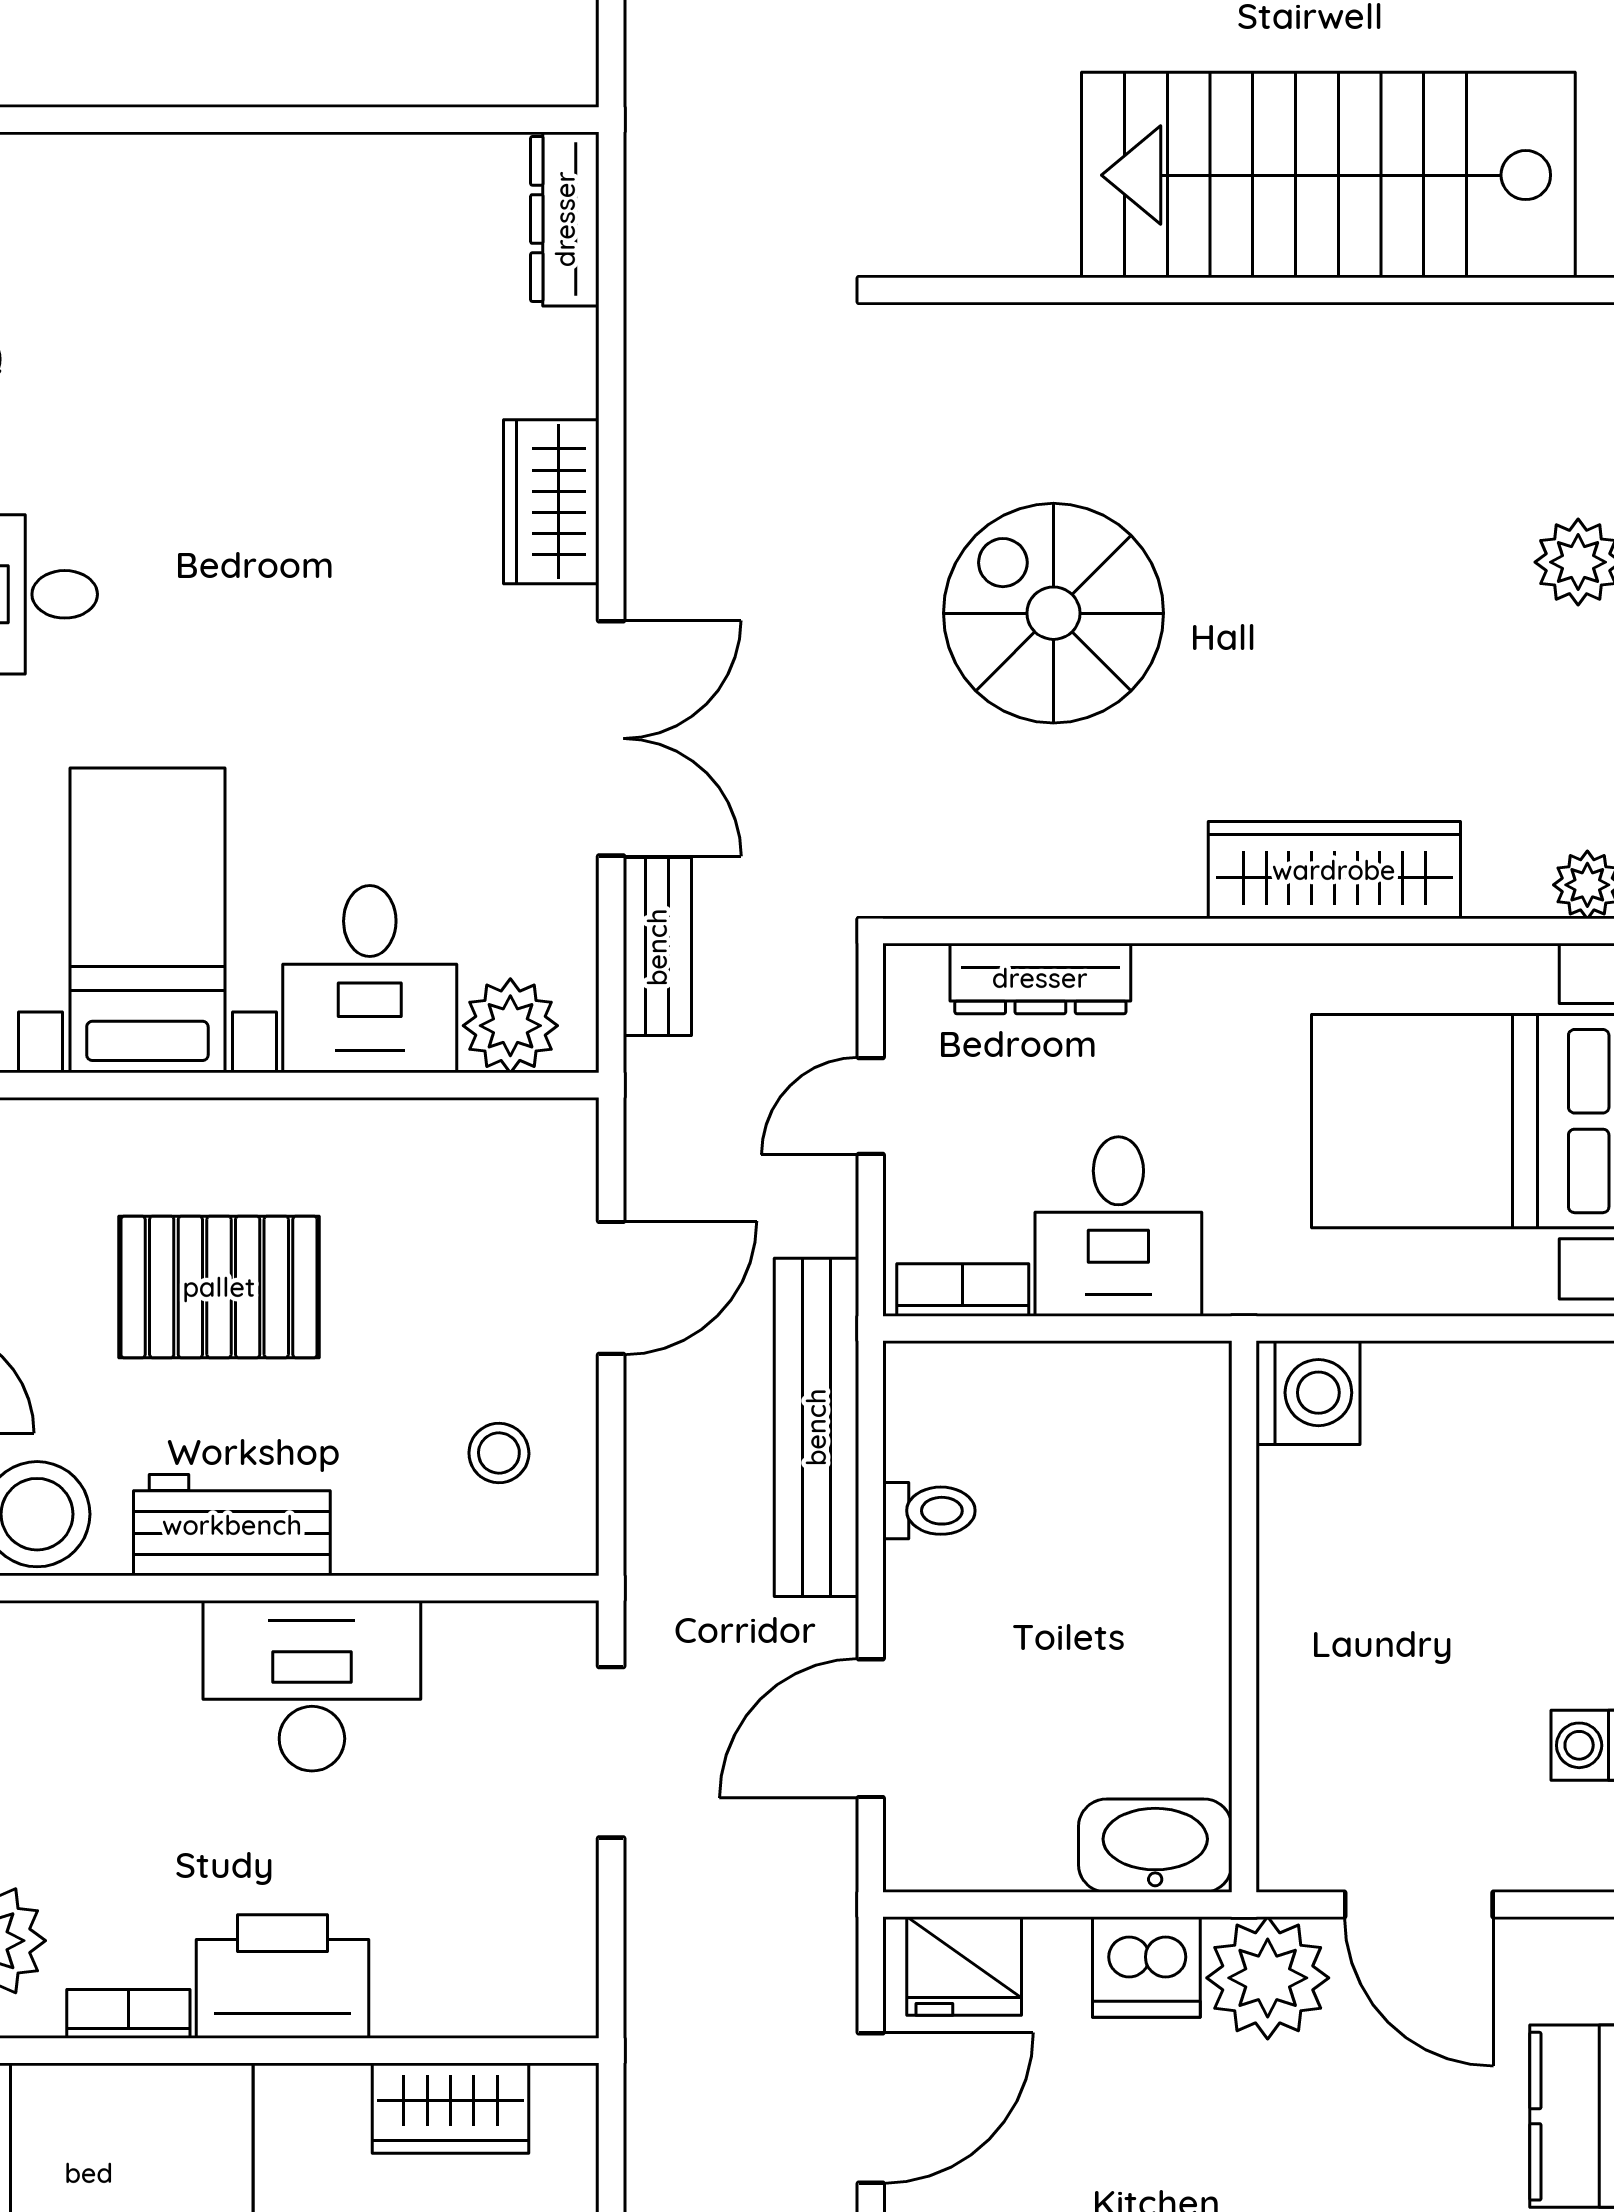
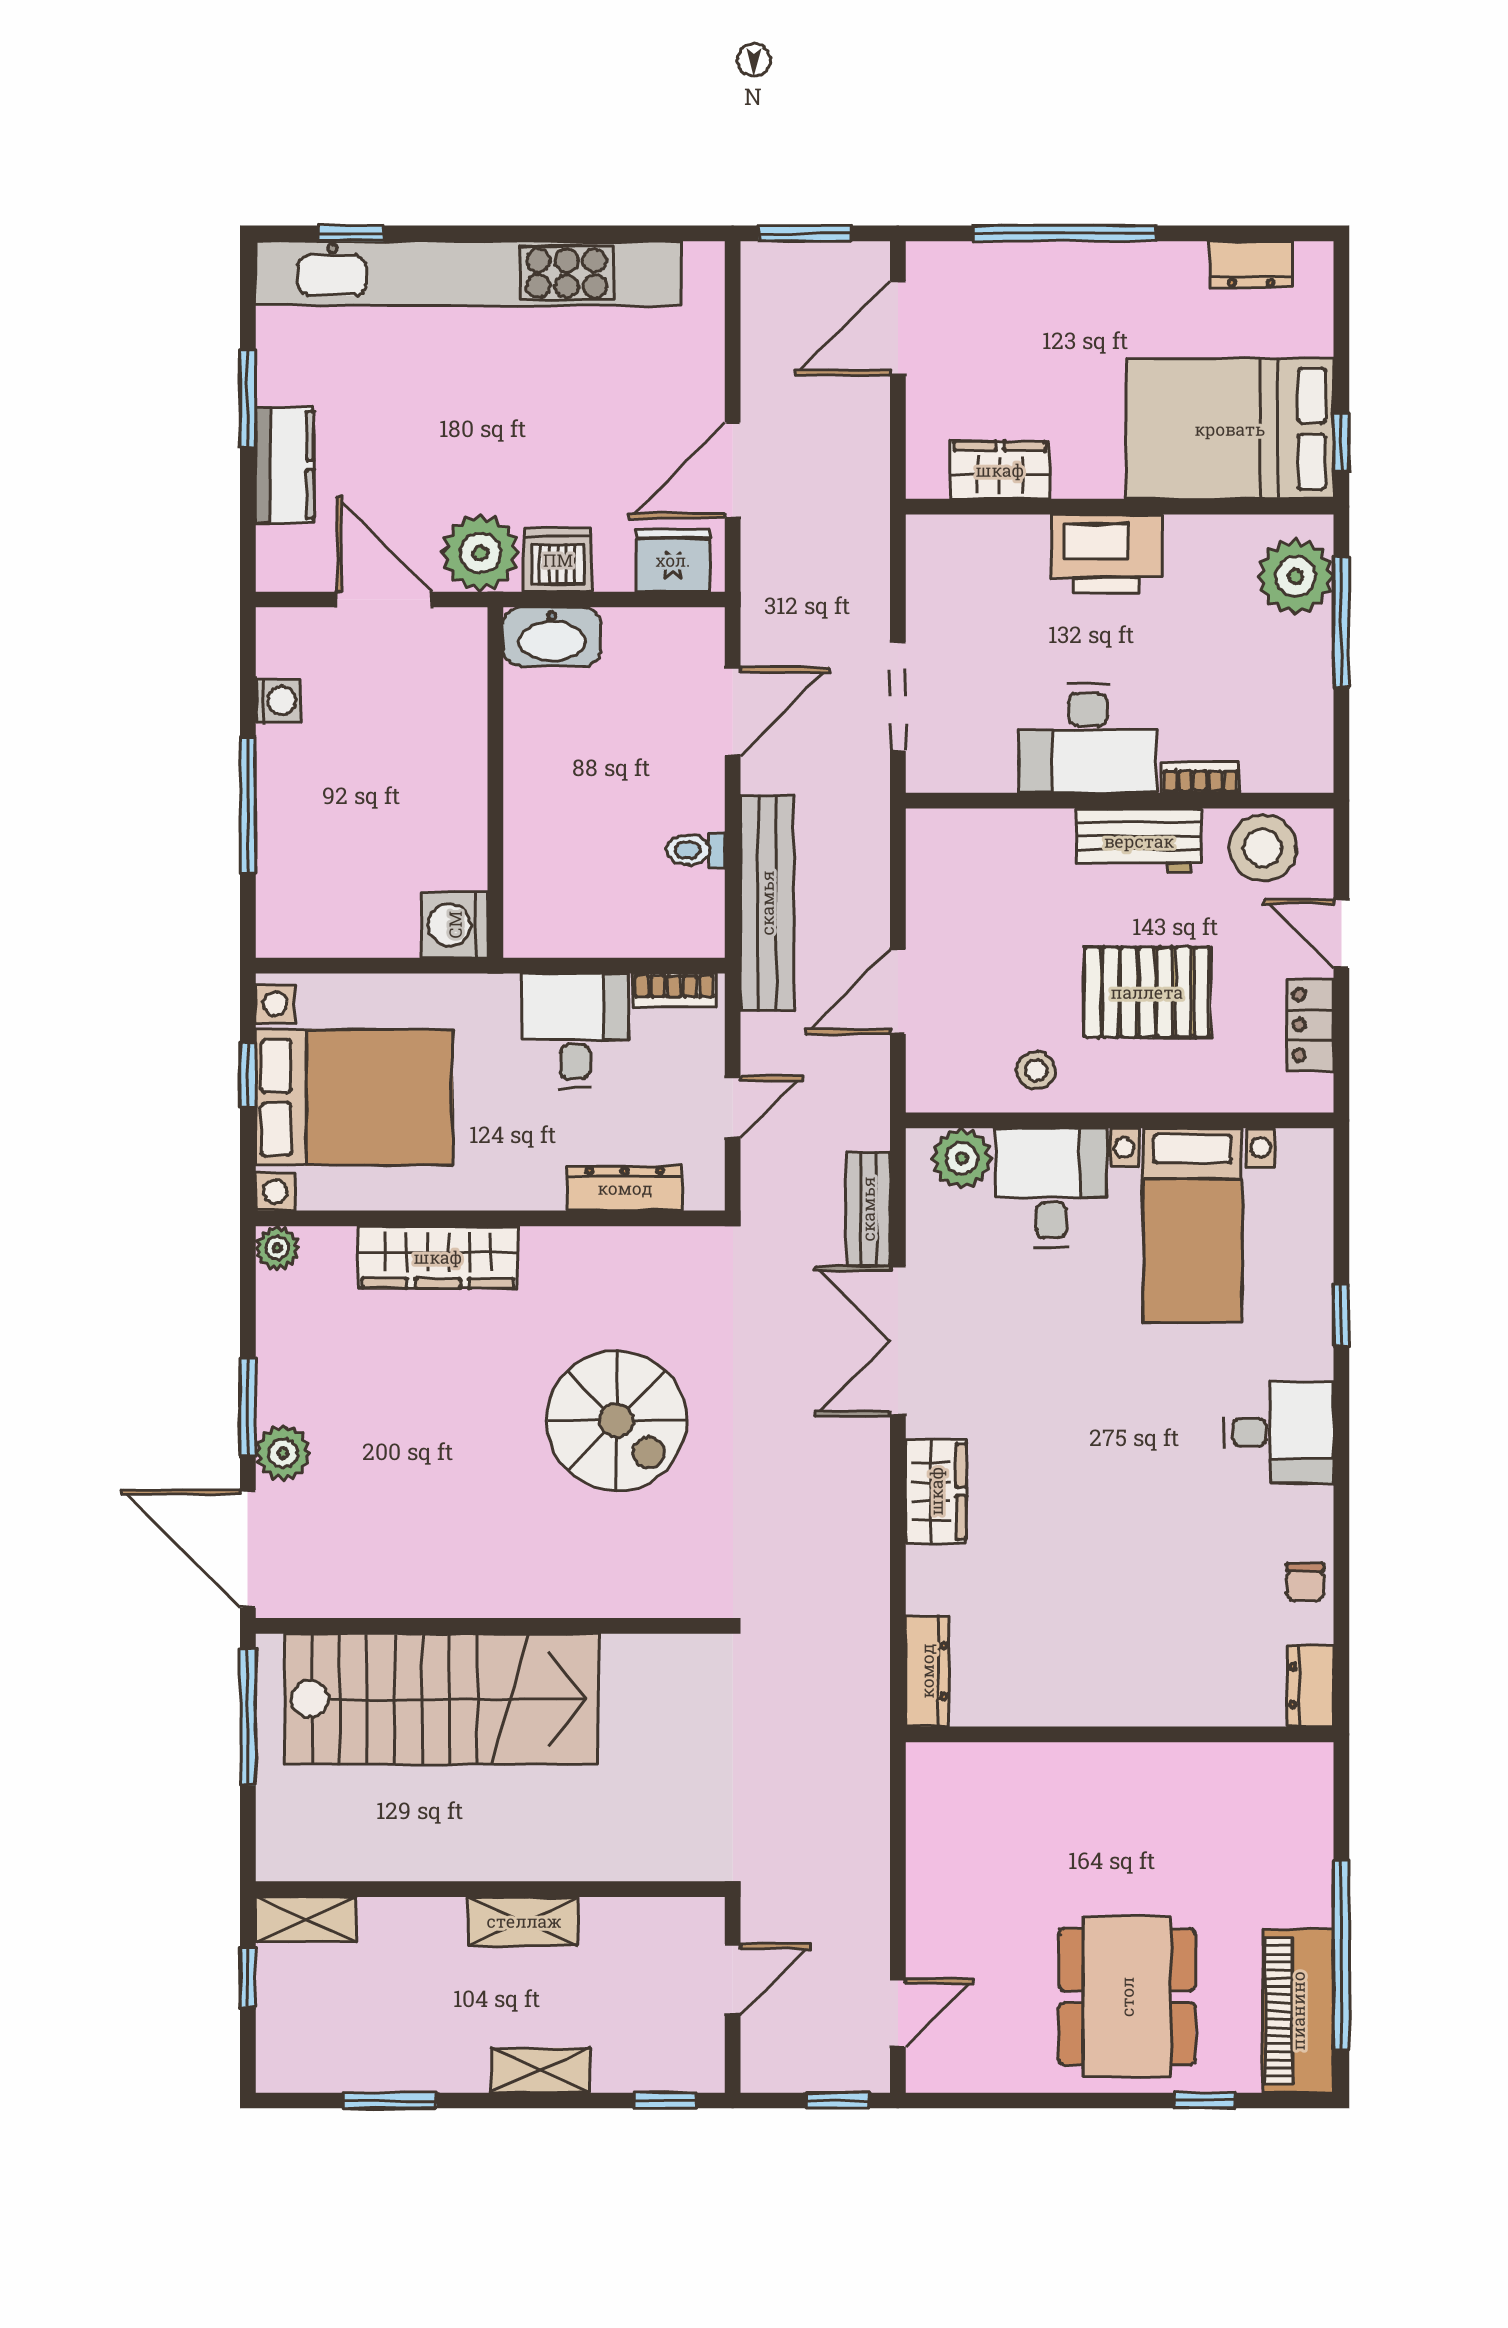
stool: (499, 1453) -> (1036, 1070), moved
bookcase: (128, 2014) -> (1200, 777), moved, turned 180

